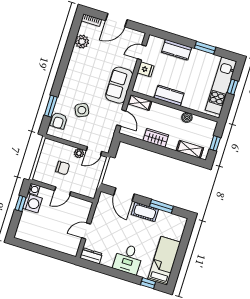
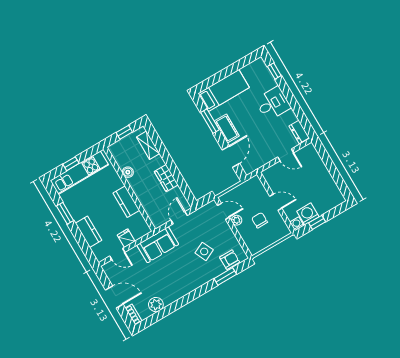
shelving: (140, 102) -> (154, 217), removed
bed: (164, 261) -> (224, 90), moved, turned 180

